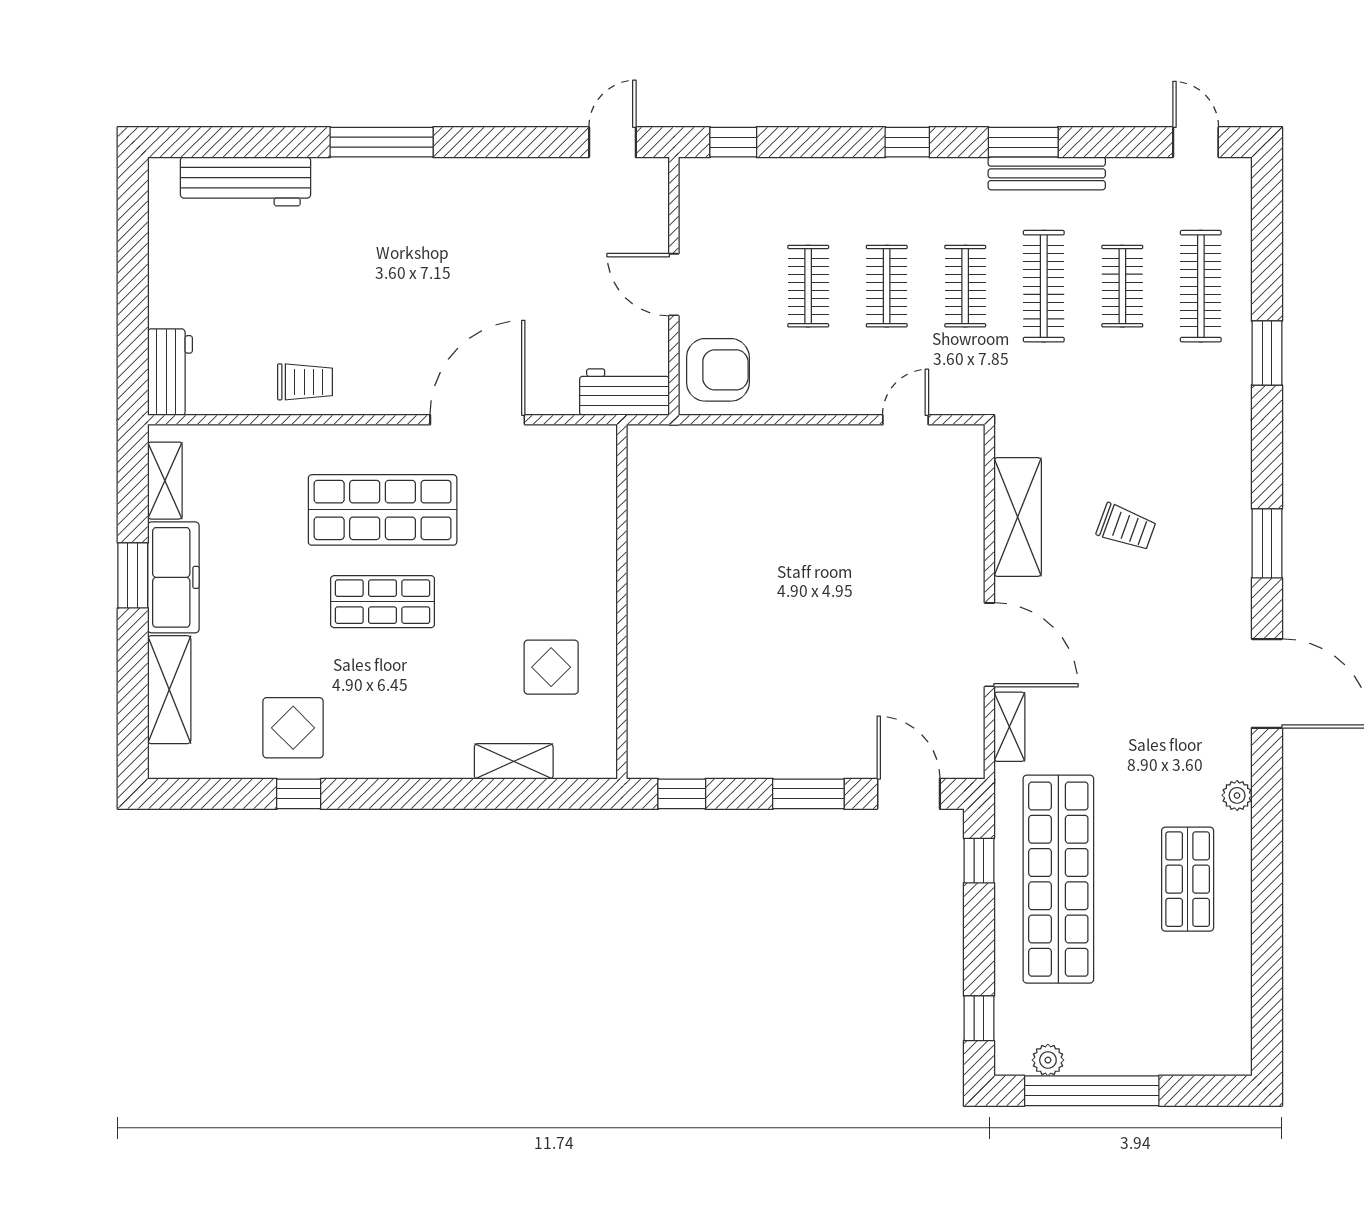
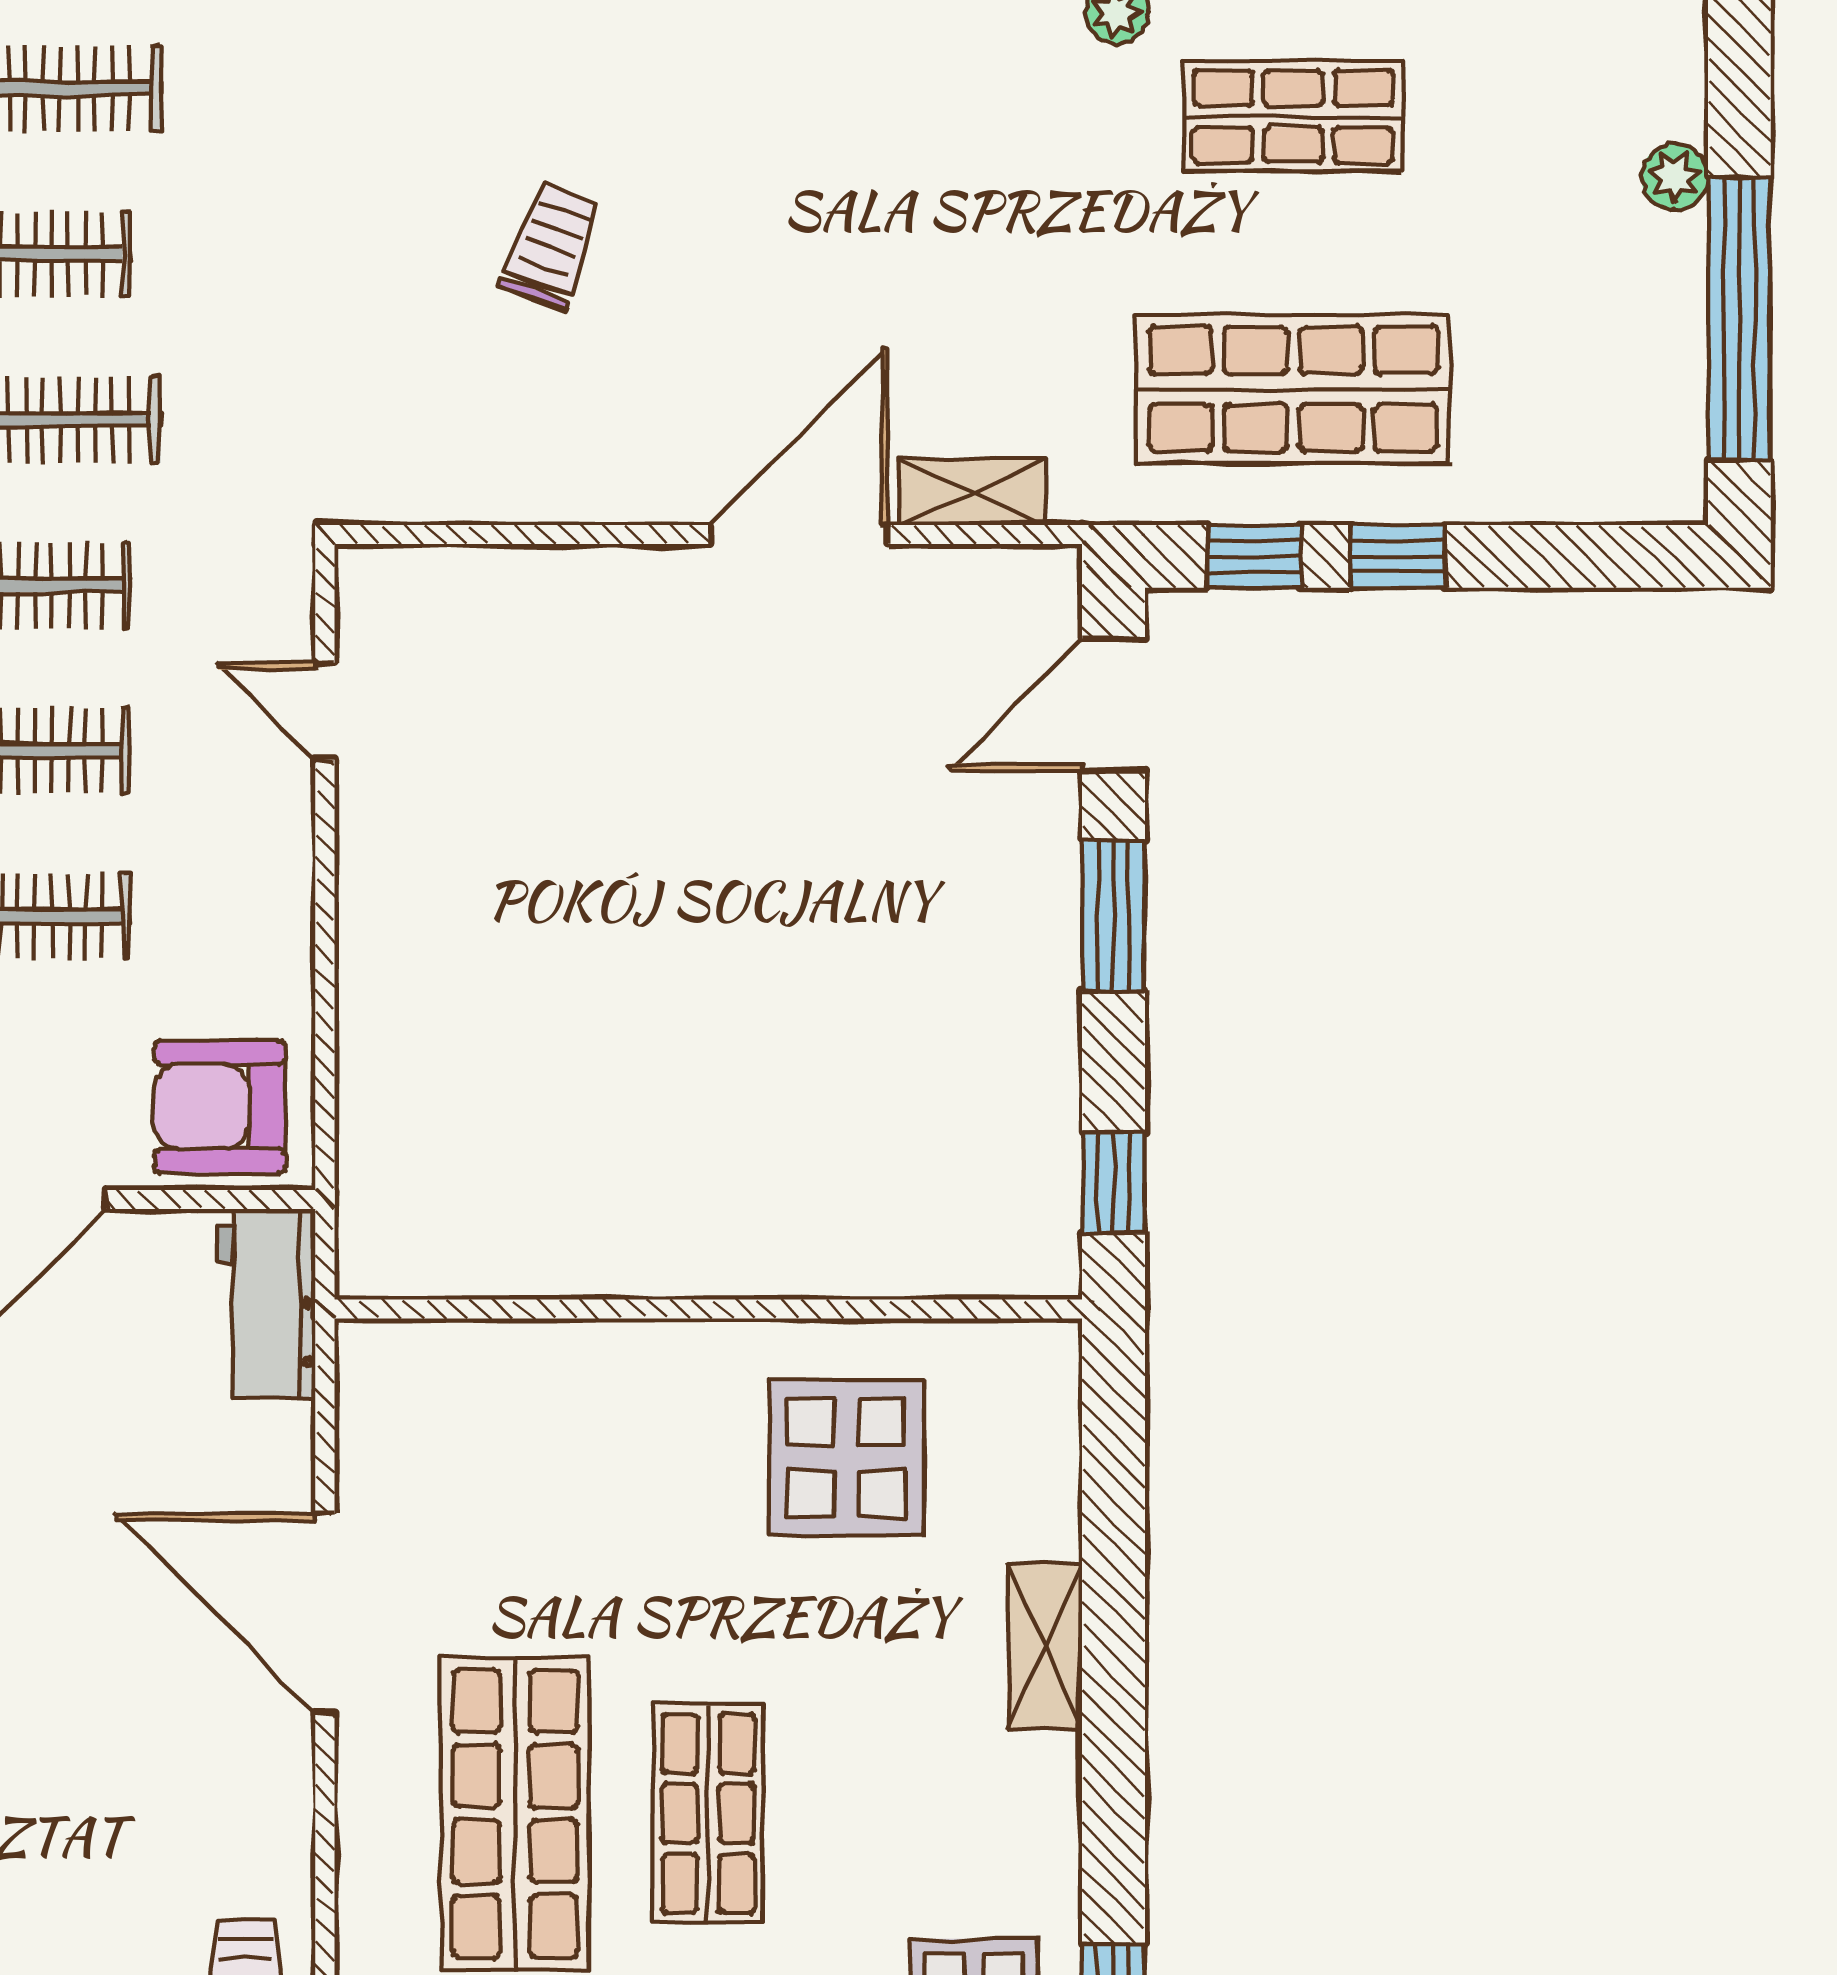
armchair: (718, 370) -> (220, 1107), turned -90
shelving: (1018, 517) -> (530, 475), removed
display table: (551, 667) -> (846, 1458), width x1.36, depth x1.36
shelving: (514, 761) -> (1045, 1647), moved
shop shelf: (1058, 879) -> (1293, 389), width x0.71
window: (979, 1018) -> (1398, 556), moved
plant: (1048, 1060) -> (1675, 177), moved

